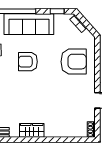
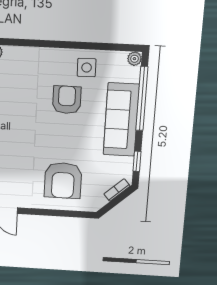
armchair: (28, 62) -> (67, 100), moved

